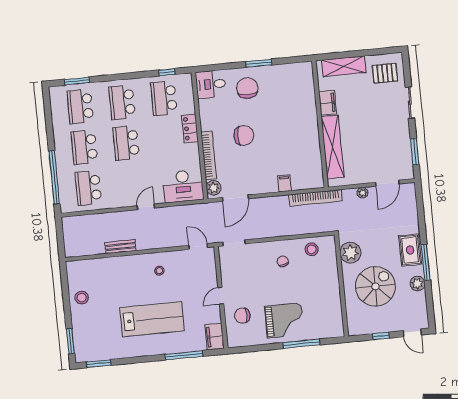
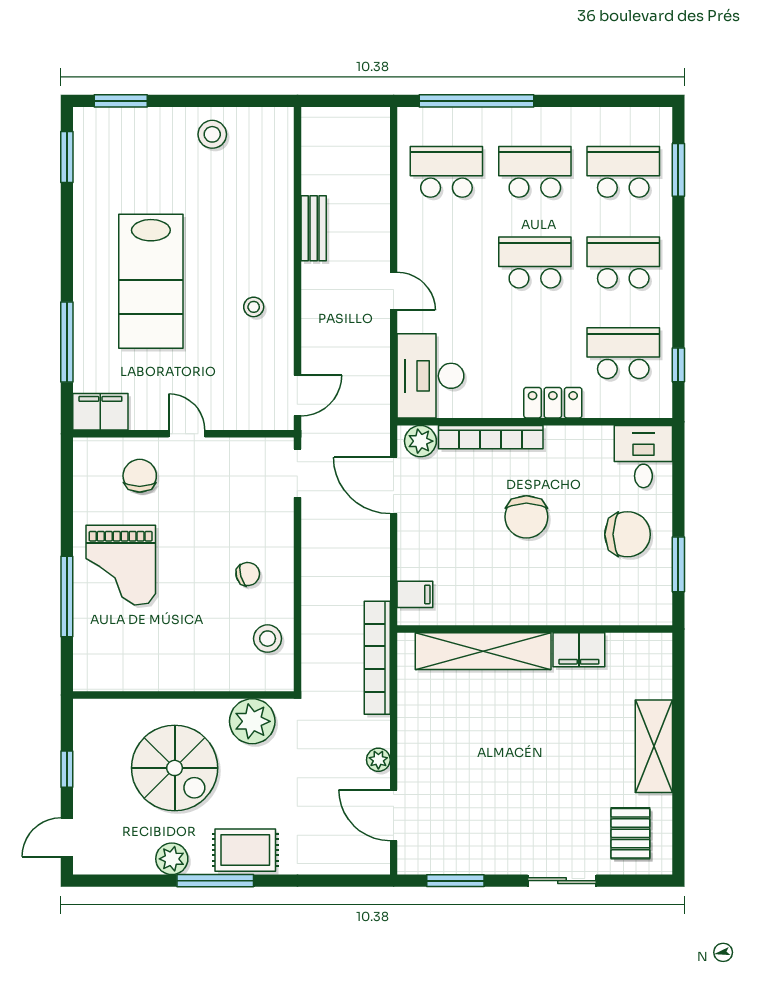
filing cabinet: (328, 103) -> (579, 650), moved
wall: (320, 124) -> (535, 629), moved
shelving: (333, 147) -> (483, 651), moved

